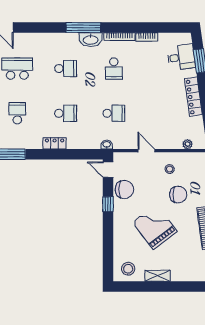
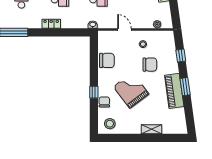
door: (108, 170) -> (94, 45), removed
window: (108, 204) -> (94, 92), moved
chair: (121, 241) -> (104, 102), added
shelving: (157, 276) -> (152, 129), moved

